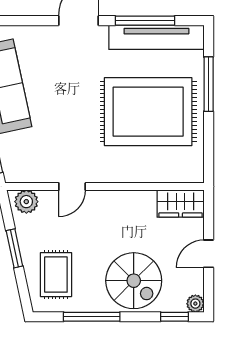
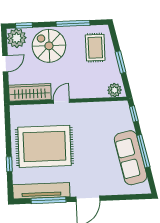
window: (209, 84) -> (9, 164), width x0.46
door: (72, 186) -> (61, 101), moved
wardrobe: (181, 203) -> (30, 92), width x1.50
plant: (195, 304) -> (17, 38), width x1.88, depth x1.88

